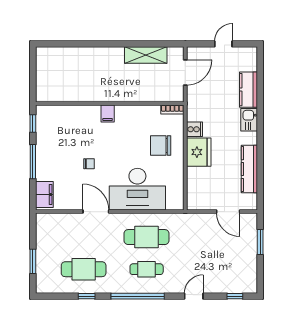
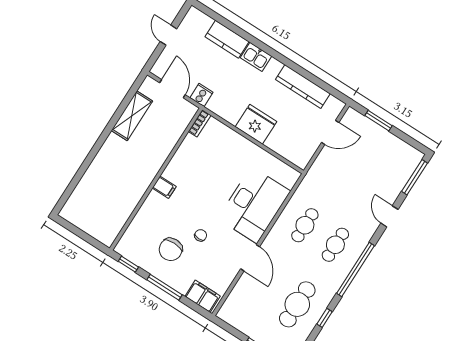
cooker: (194, 129) -> (201, 95), moved
chair: (161, 145) -> (171, 249), moved
door: (96, 212) -> (250, 258), swing flipped
cafe table: (147, 237) -> (305, 225), width x0.73, depth x0.74
window: (235, 296) -> (414, 177), width x2.17

